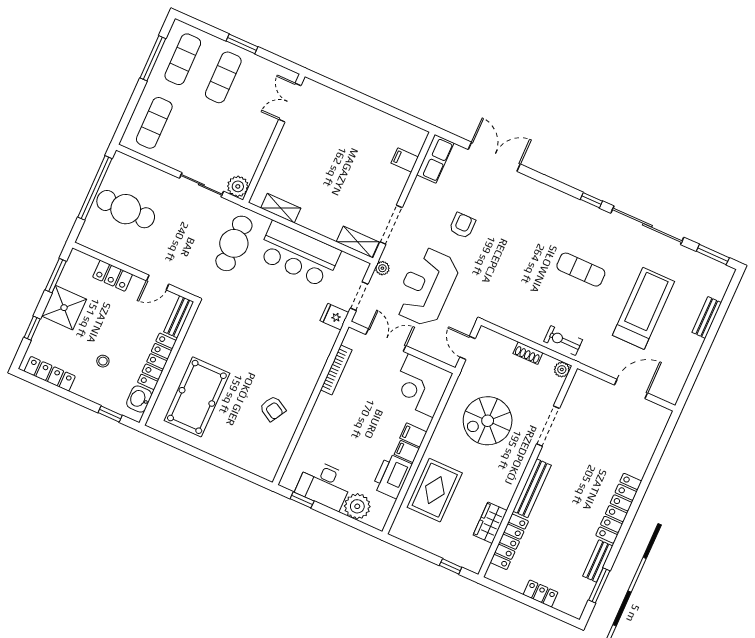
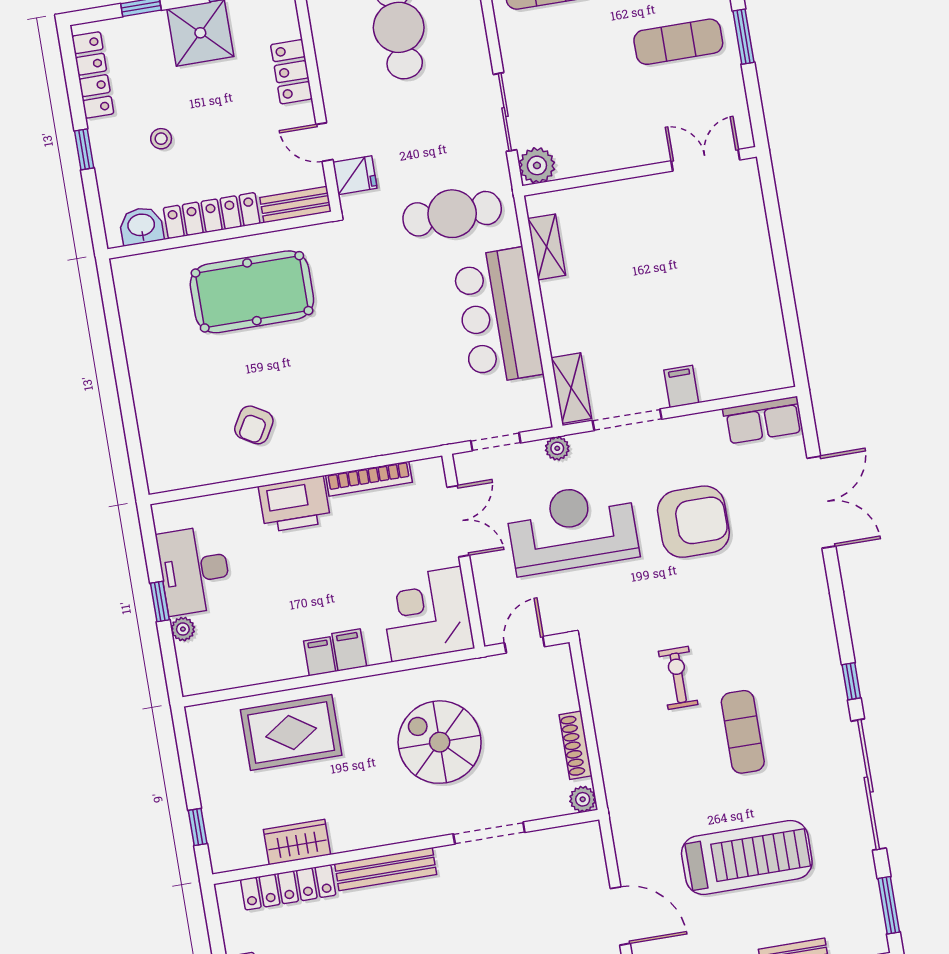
filing cabinet: (405, 160) -> (681, 386), moved
armchair: (462, 226) -> (693, 522), width x1.88, depth x1.88
fridge: (334, 317) -> (355, 175), moved, turned 90
exercise bike: (563, 340) -> (678, 678), moved
shoe rack: (528, 353) -> (576, 745), width x1.43
pool table: (197, 397) -> (252, 292), moved
window: (110, 414) -> (84, 149), moved
printer: (392, 476) -> (294, 504), moved, turned 180
window: (302, 500) -> (160, 601), moved
plant: (357, 506) -> (183, 629), width x0.53, depth x0.53

